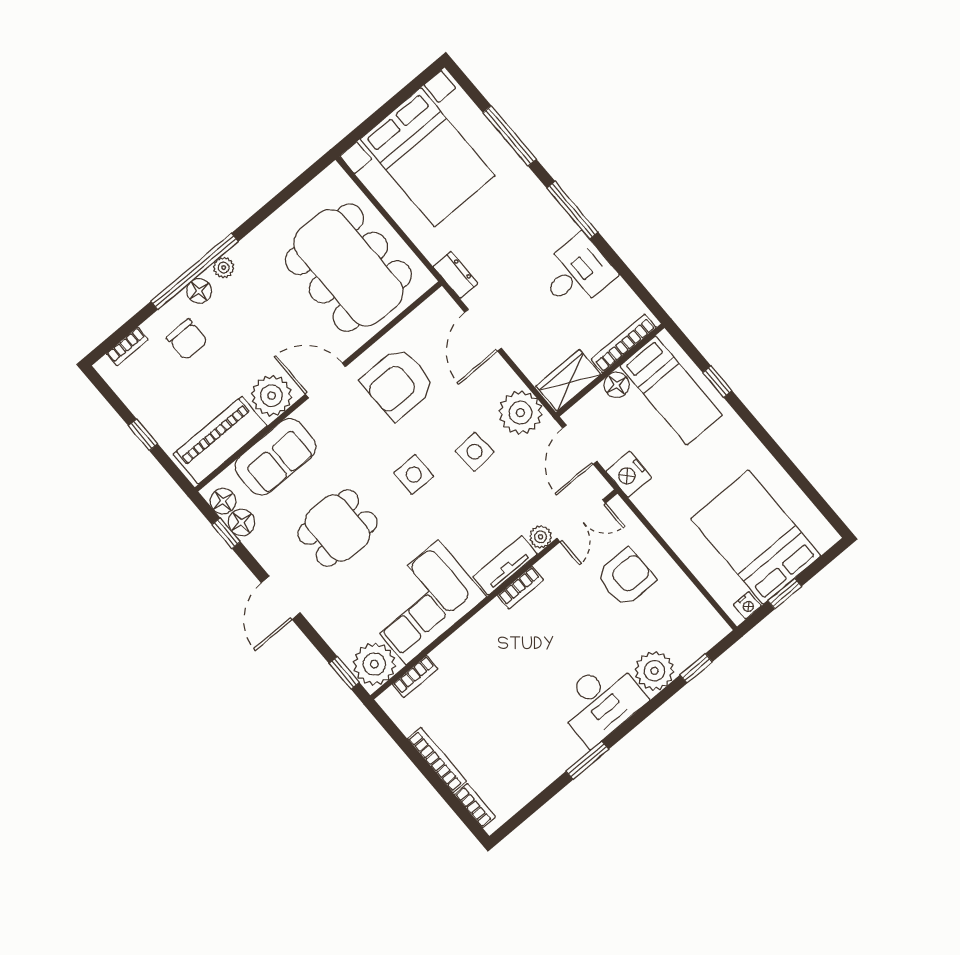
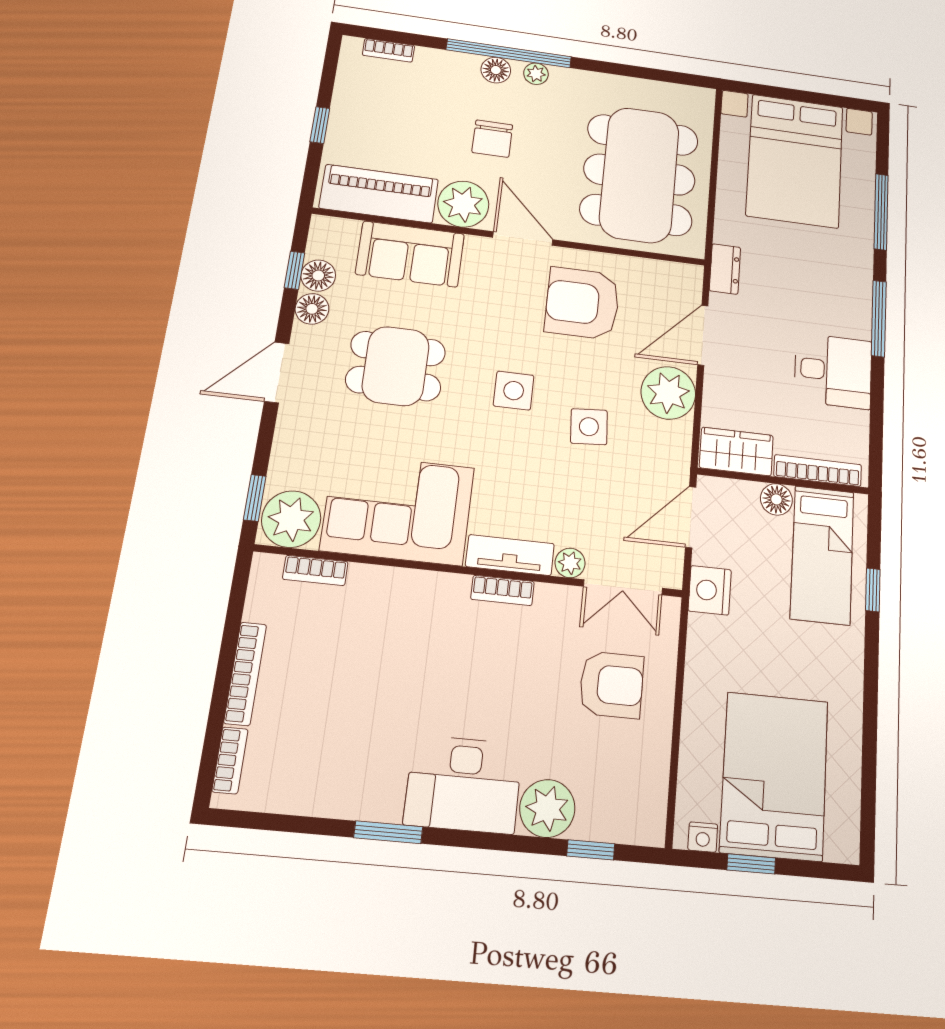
chair: (187, 339) -> (492, 139), moved
plant: (520, 413) -> (668, 393), moved
floor lamp: (223, 501) -> (312, 309), moved

